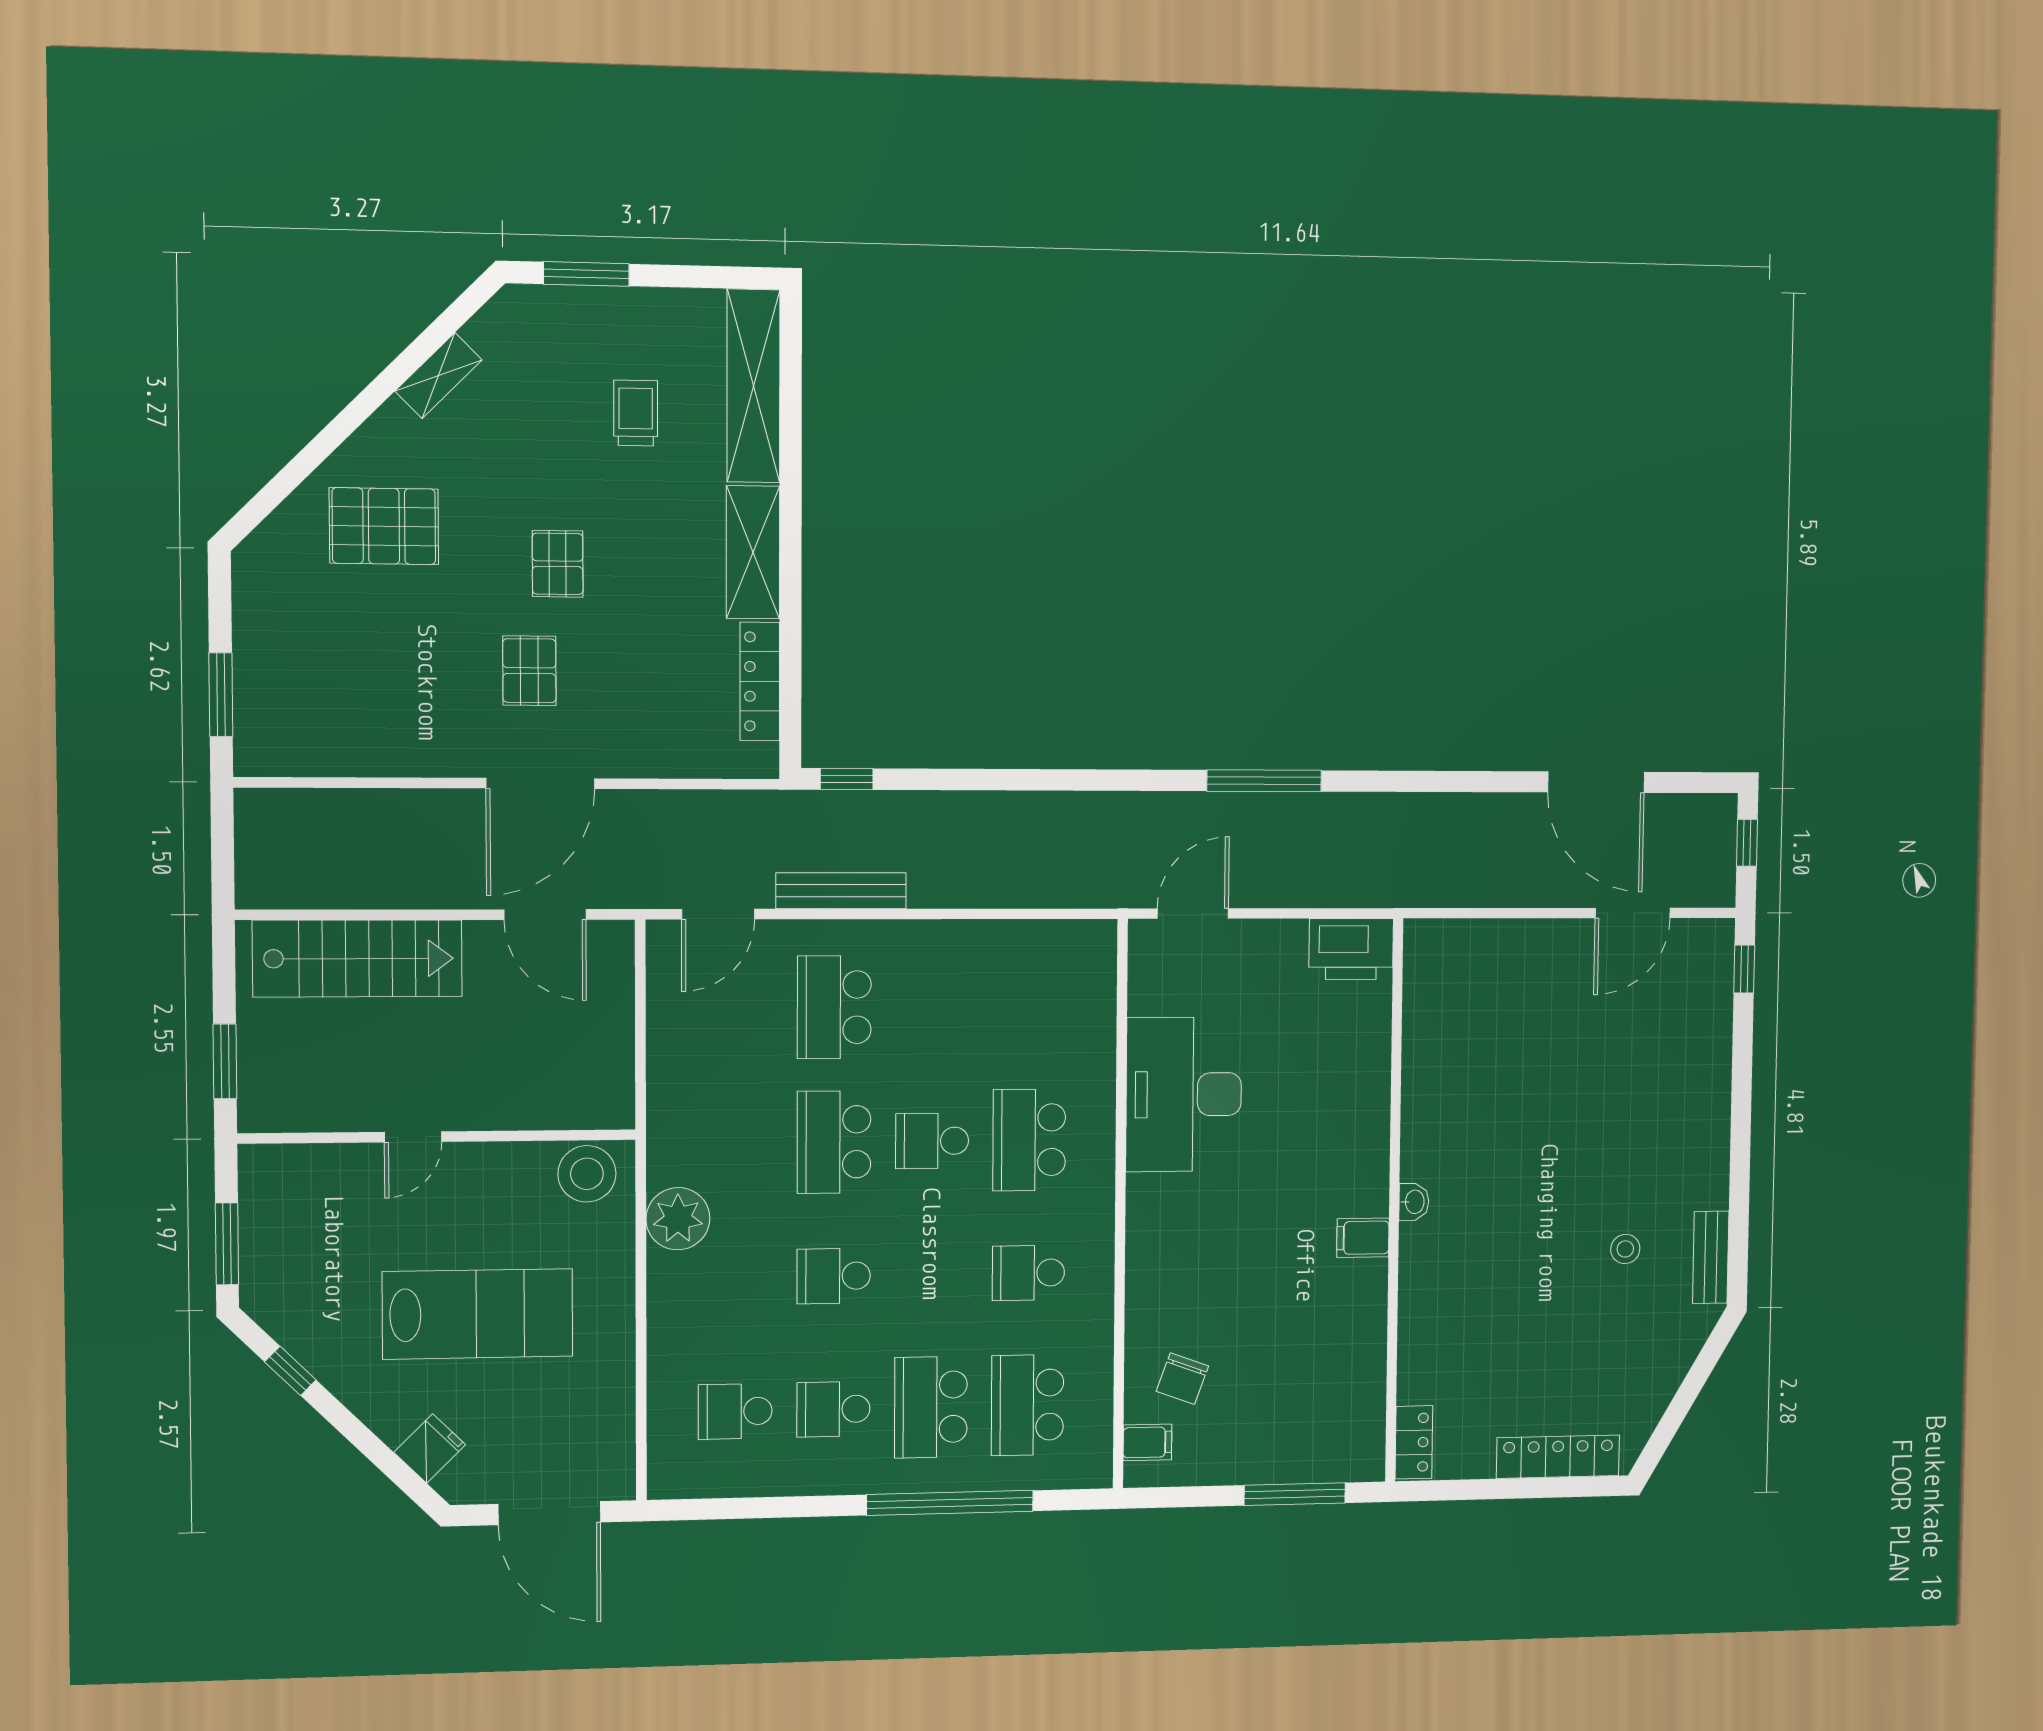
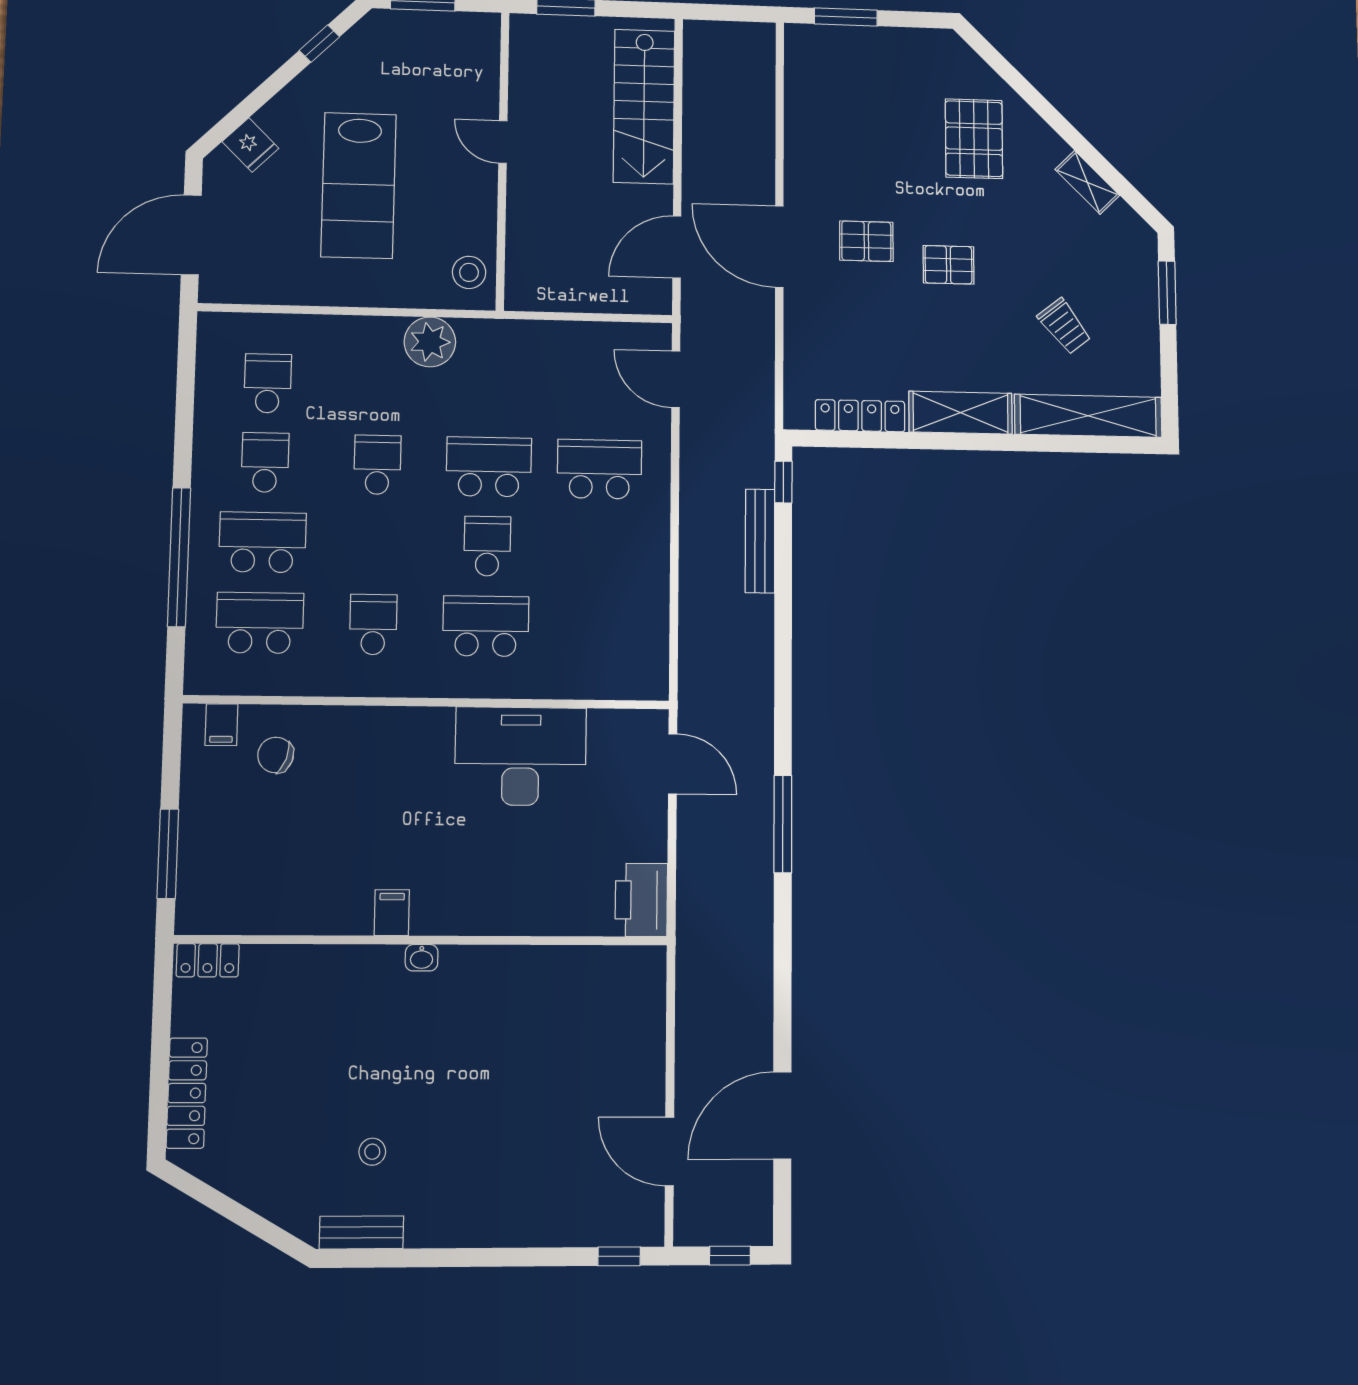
trolley: (636, 413) -> (1064, 326), turned 52
bench: (841, 891) -> (760, 541), moved
stool: (587, 1174) -> (469, 272), width x0.73, depth x0.73

